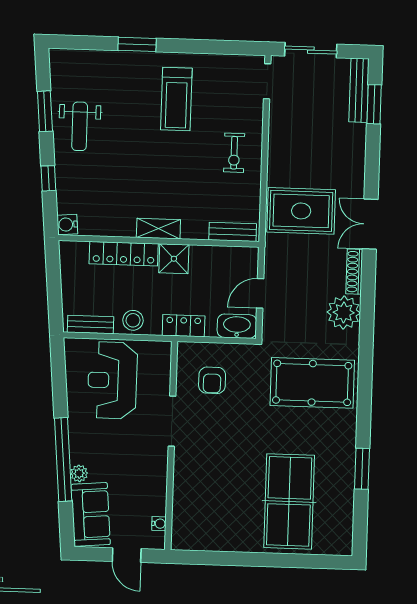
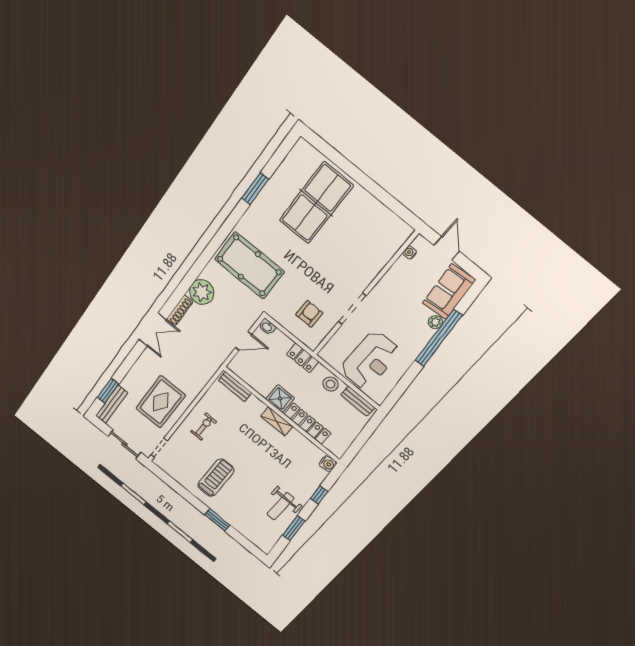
weight bench: (80, 126) -> (280, 506), turned 180
rug: (301, 211) -> (161, 402), moved, turned 90
washbasin: (237, 326) -> (267, 327), width x0.52, depth x0.69

